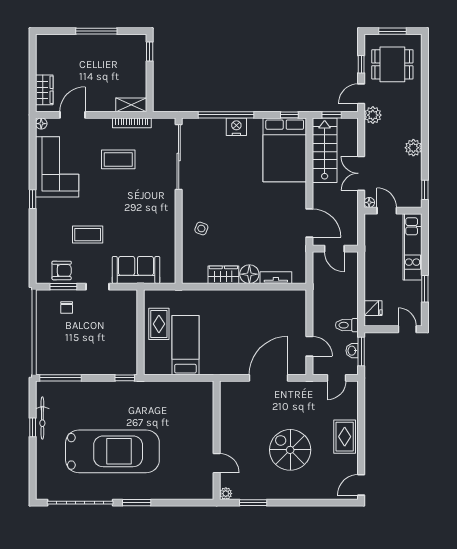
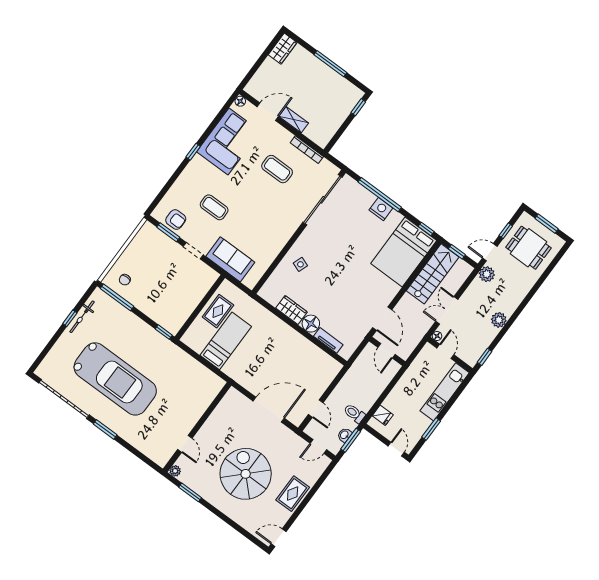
wardrobe: (44, 90) -> (283, 49), moved
shelving: (131, 105) -> (294, 120), moved
chair: (67, 307) -> (125, 280), moved
spiral stairs: (290, 450) -> (246, 474), width x1.37, depth x1.37

